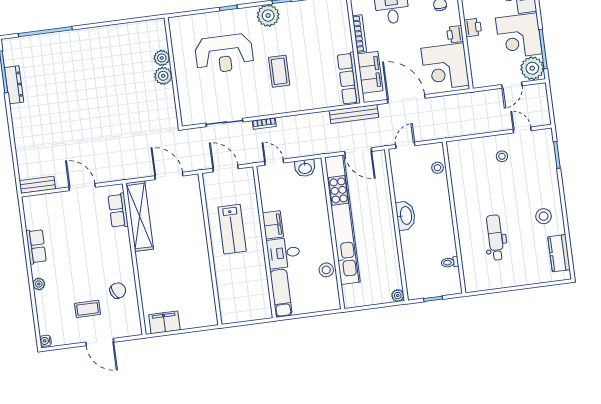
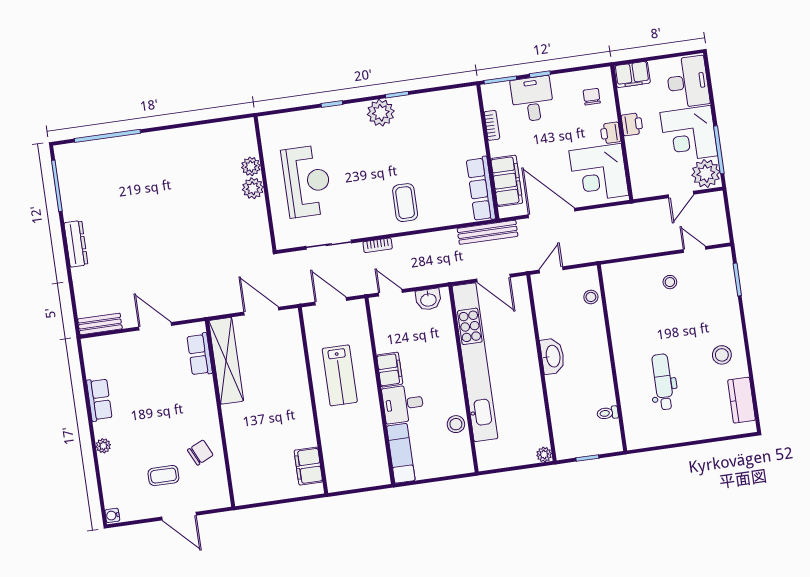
bookcase: (359, 34) -> (492, 125), width x0.64
reception desk: (224, 54) -> (307, 181), moved, turned -90
coffee table: (279, 71) -> (405, 203), moved
dresser: (14, 85) -> (76, 244), moved
filing cabinet: (164, 322) -> (308, 466), moved, turned -90

